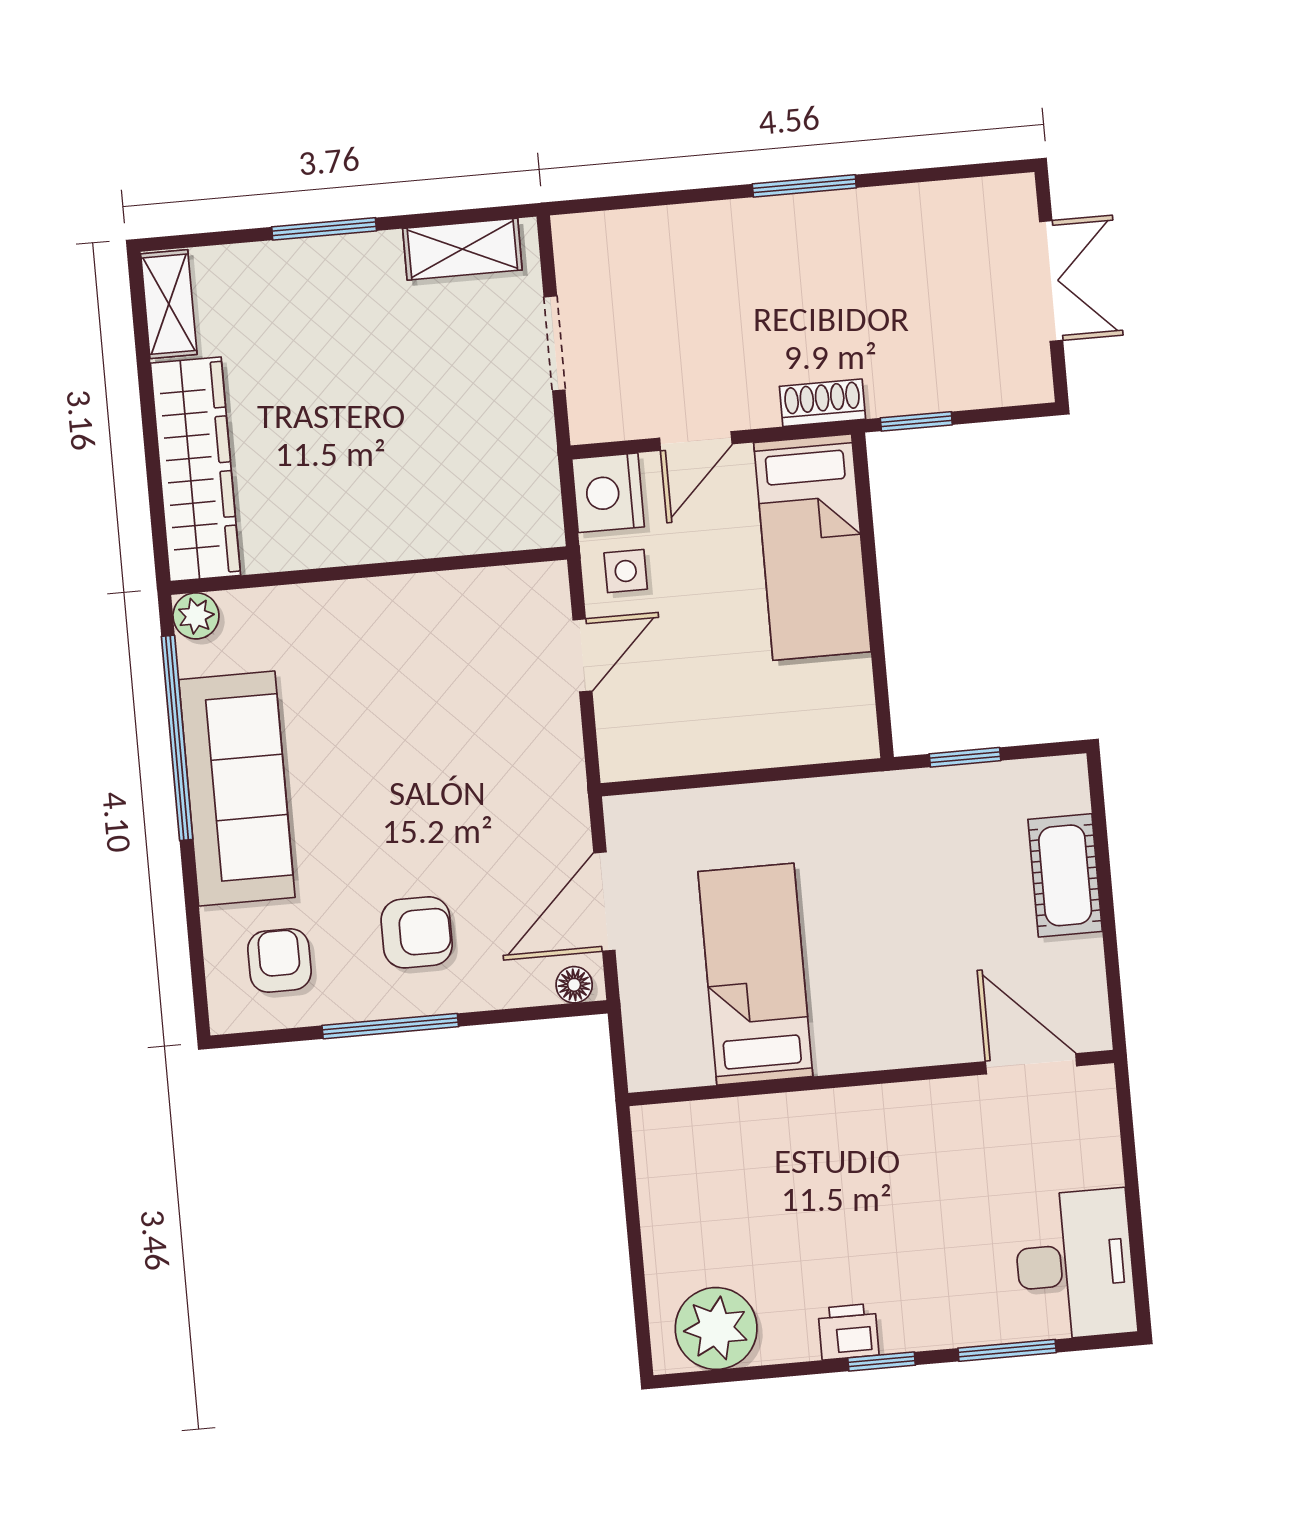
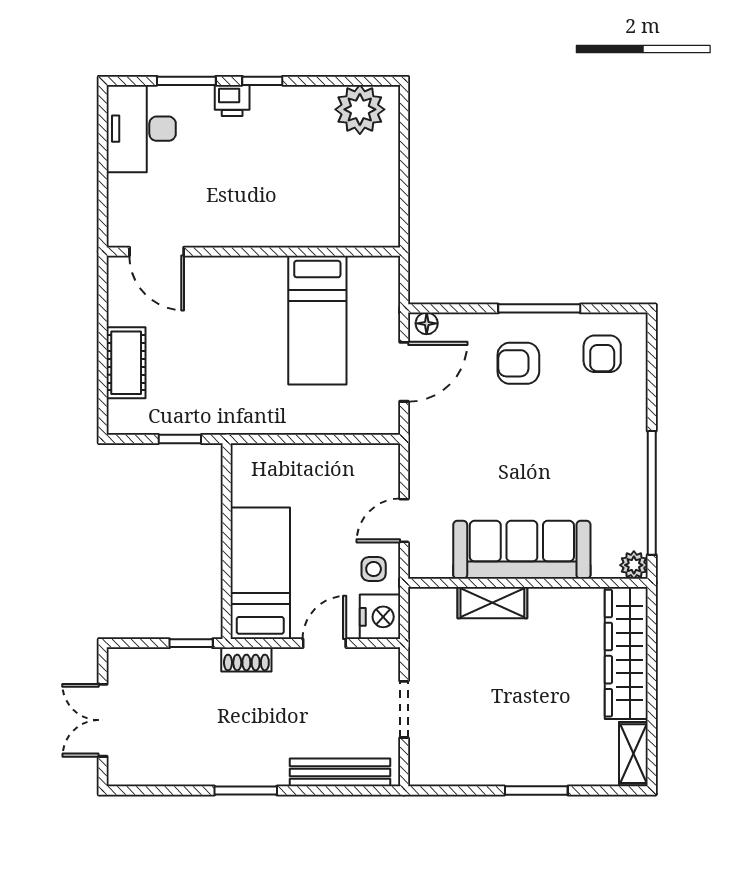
bench: (651, 230) -> (340, 772), added
shelving: (462, 249) -> (492, 603), moved
sofa: (237, 789) -> (522, 550), moved, turned 90
printer: (848, 1332) -> (232, 100), moved

